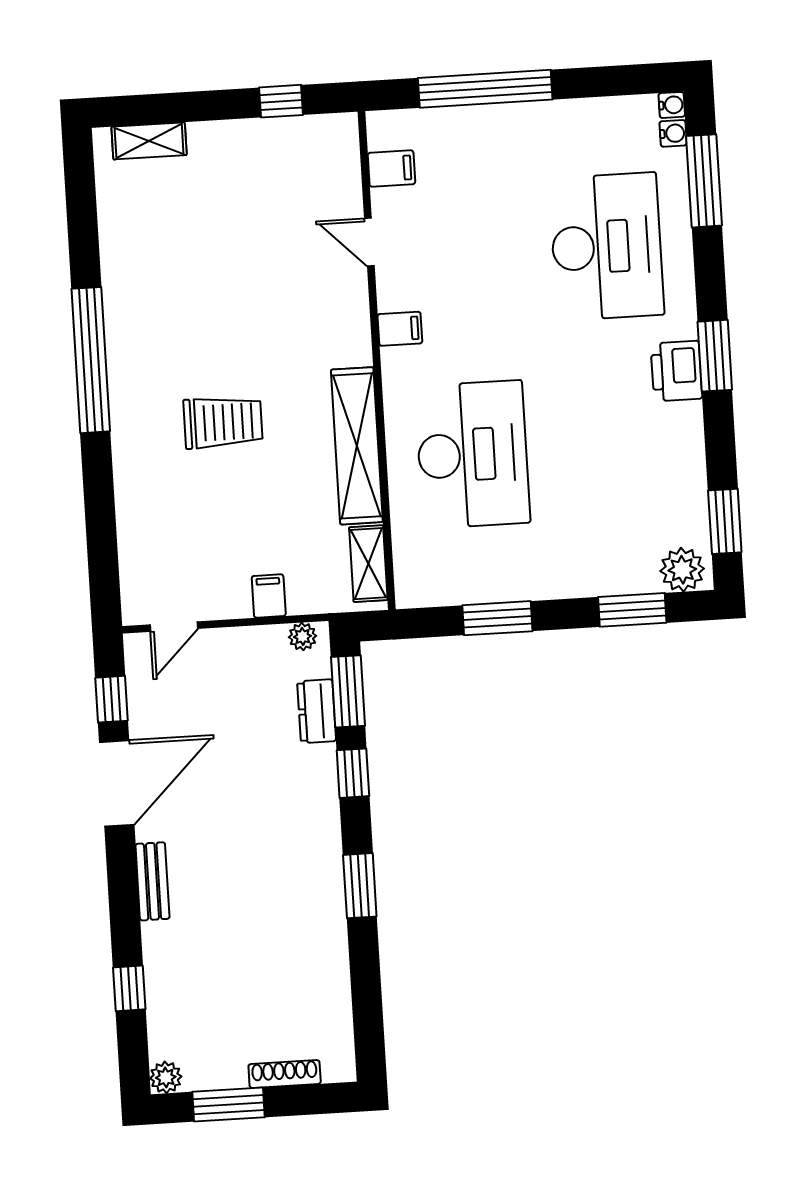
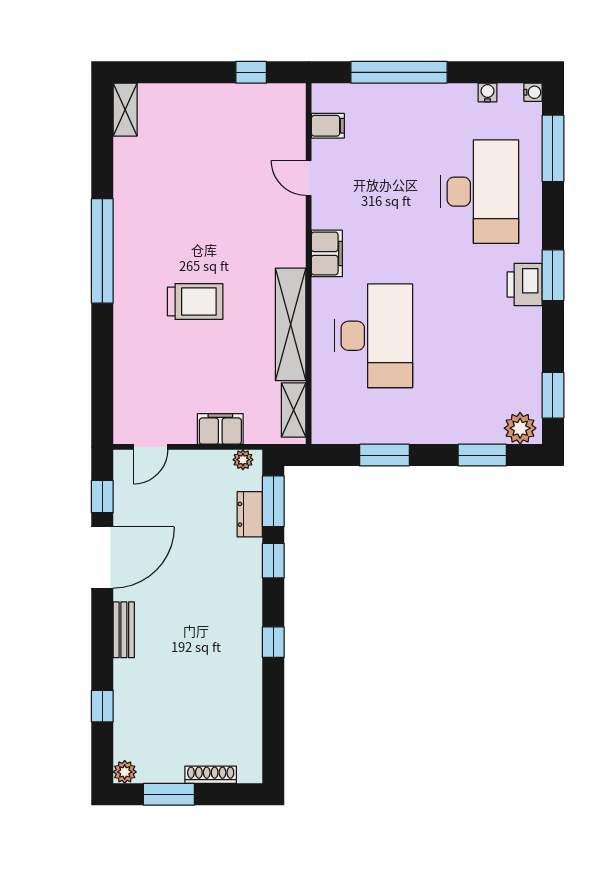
water cooler: (673, 133) -> (488, 93), moved, turned -90
shelving: (149, 141) -> (125, 110), moved, turned 90
filing cabinet: (400, 329) -> (327, 253), width x2.00
filing cabinet: (269, 596) -> (220, 429), width x2.00
window: (360, 886) -> (273, 642), width x0.67

